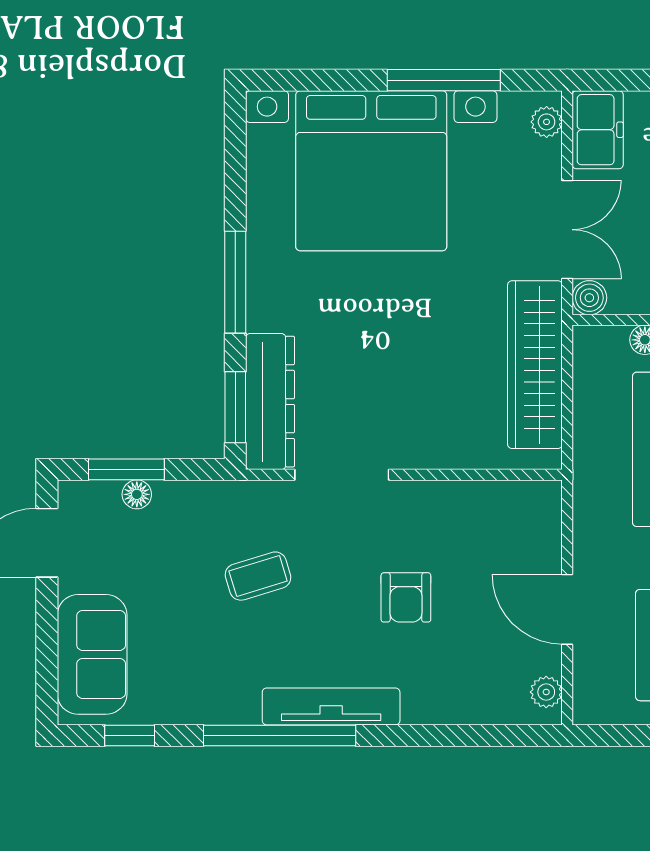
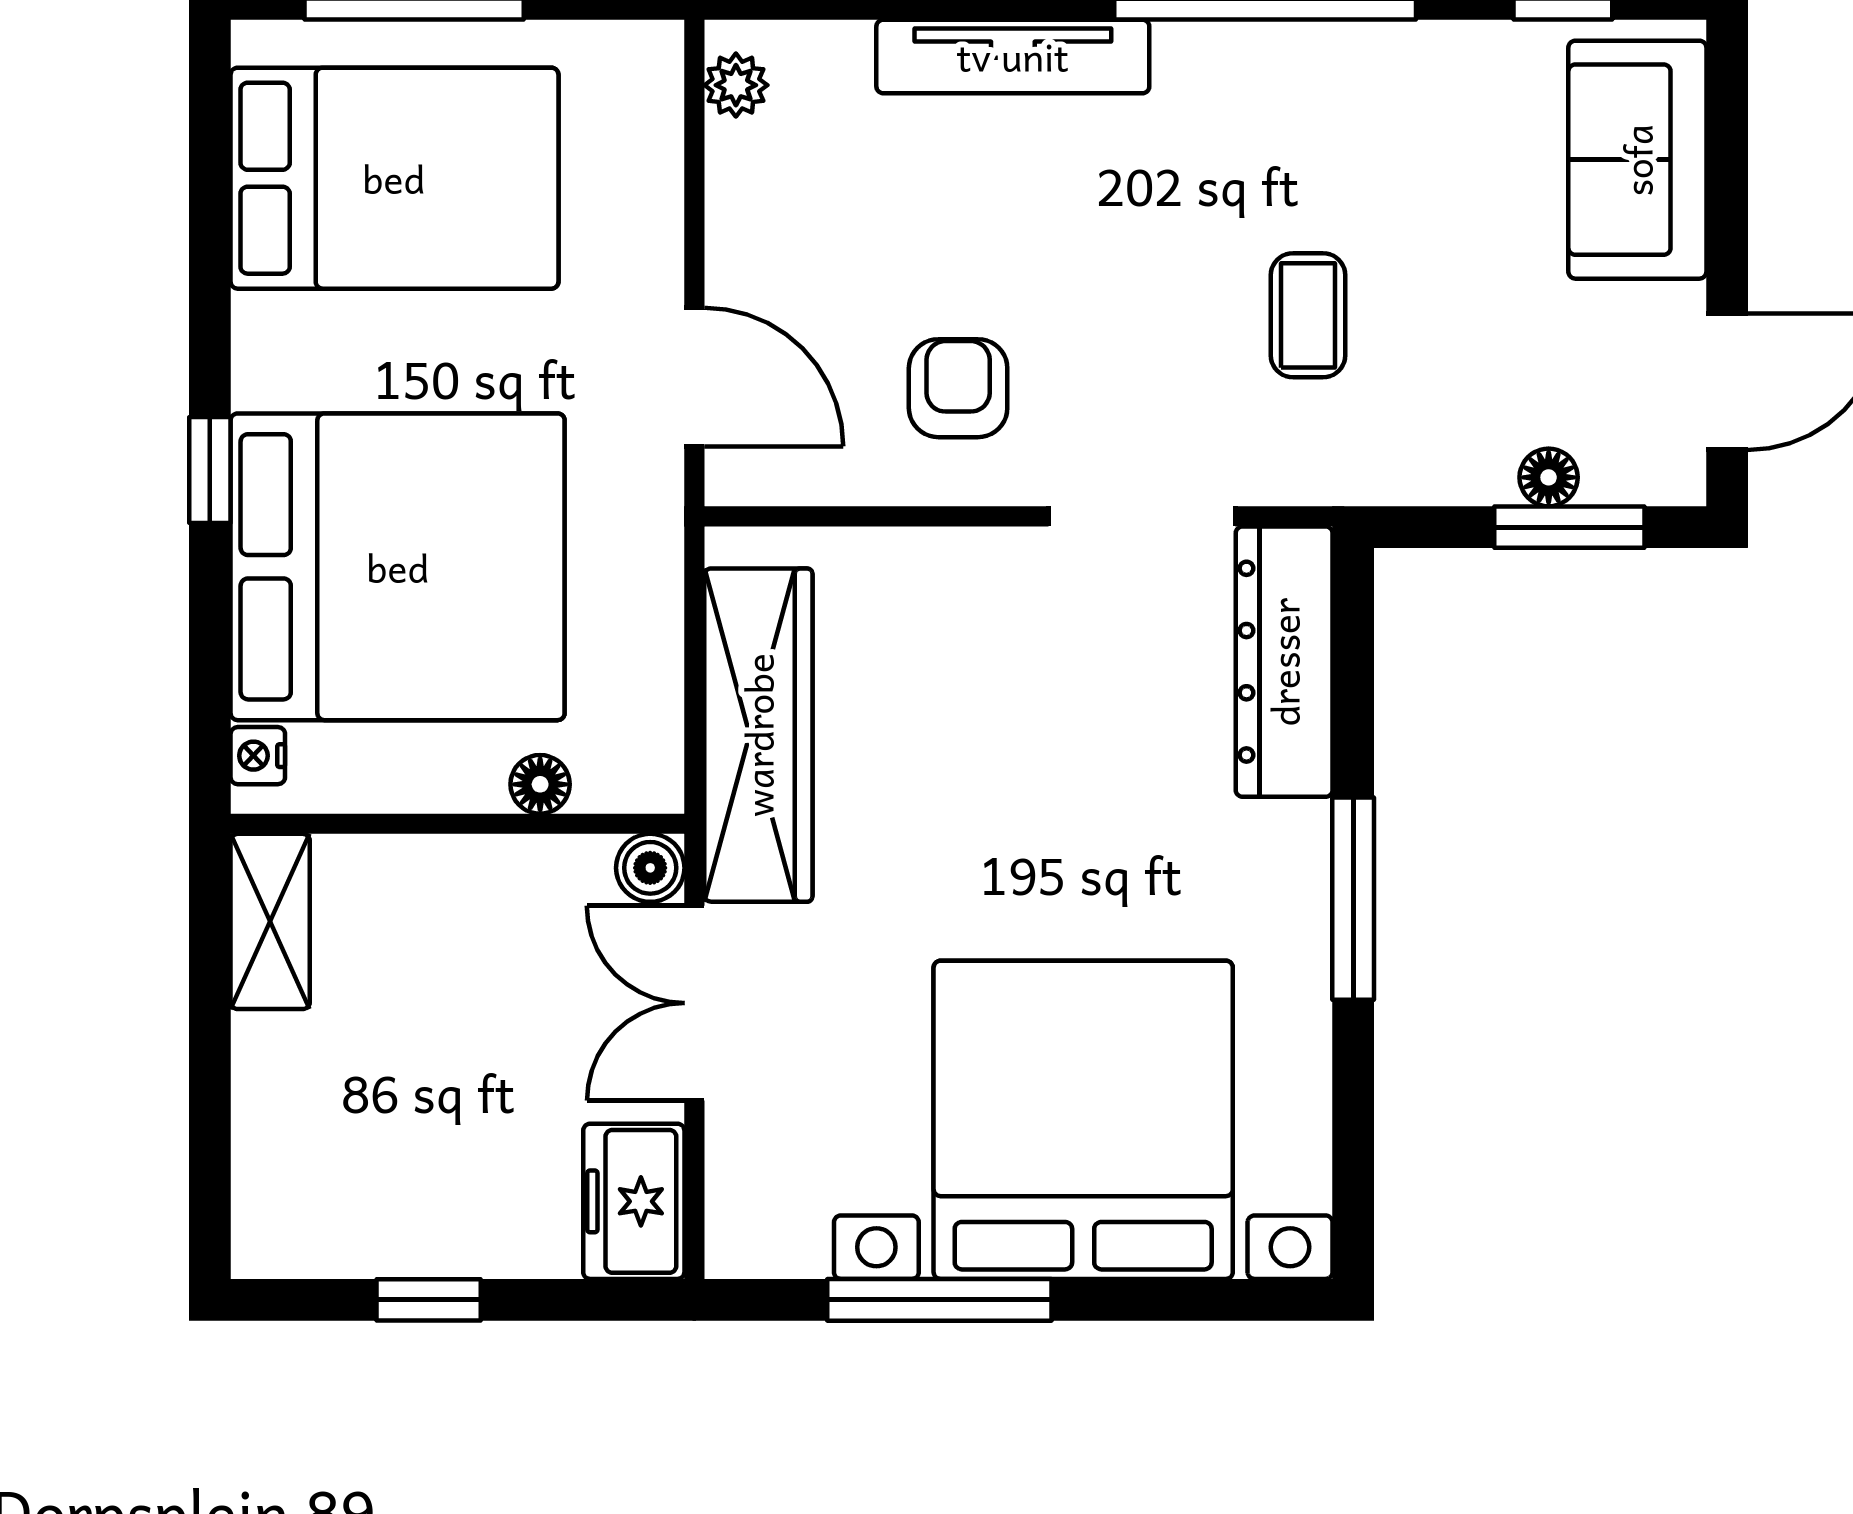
plant: (547, 122) -> (735, 1217), removed
window: (235, 407) -> (1353, 650), removed
coffee table: (258, 576) -> (1308, 315), turned -73
armchair: (406, 597) -> (958, 388), moved
door: (567, 609) -> (694, 377), moved
tv unit: (331, 706) -> (1013, 56), moved

